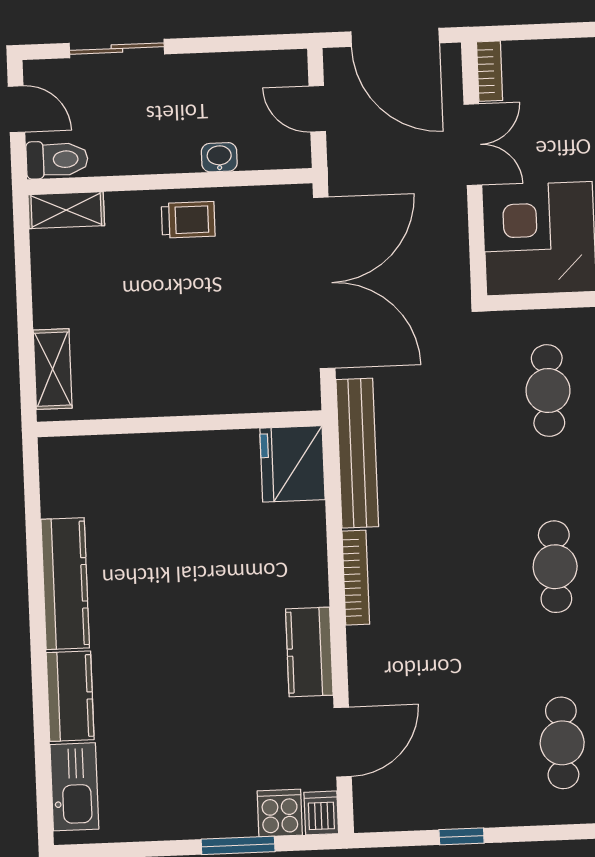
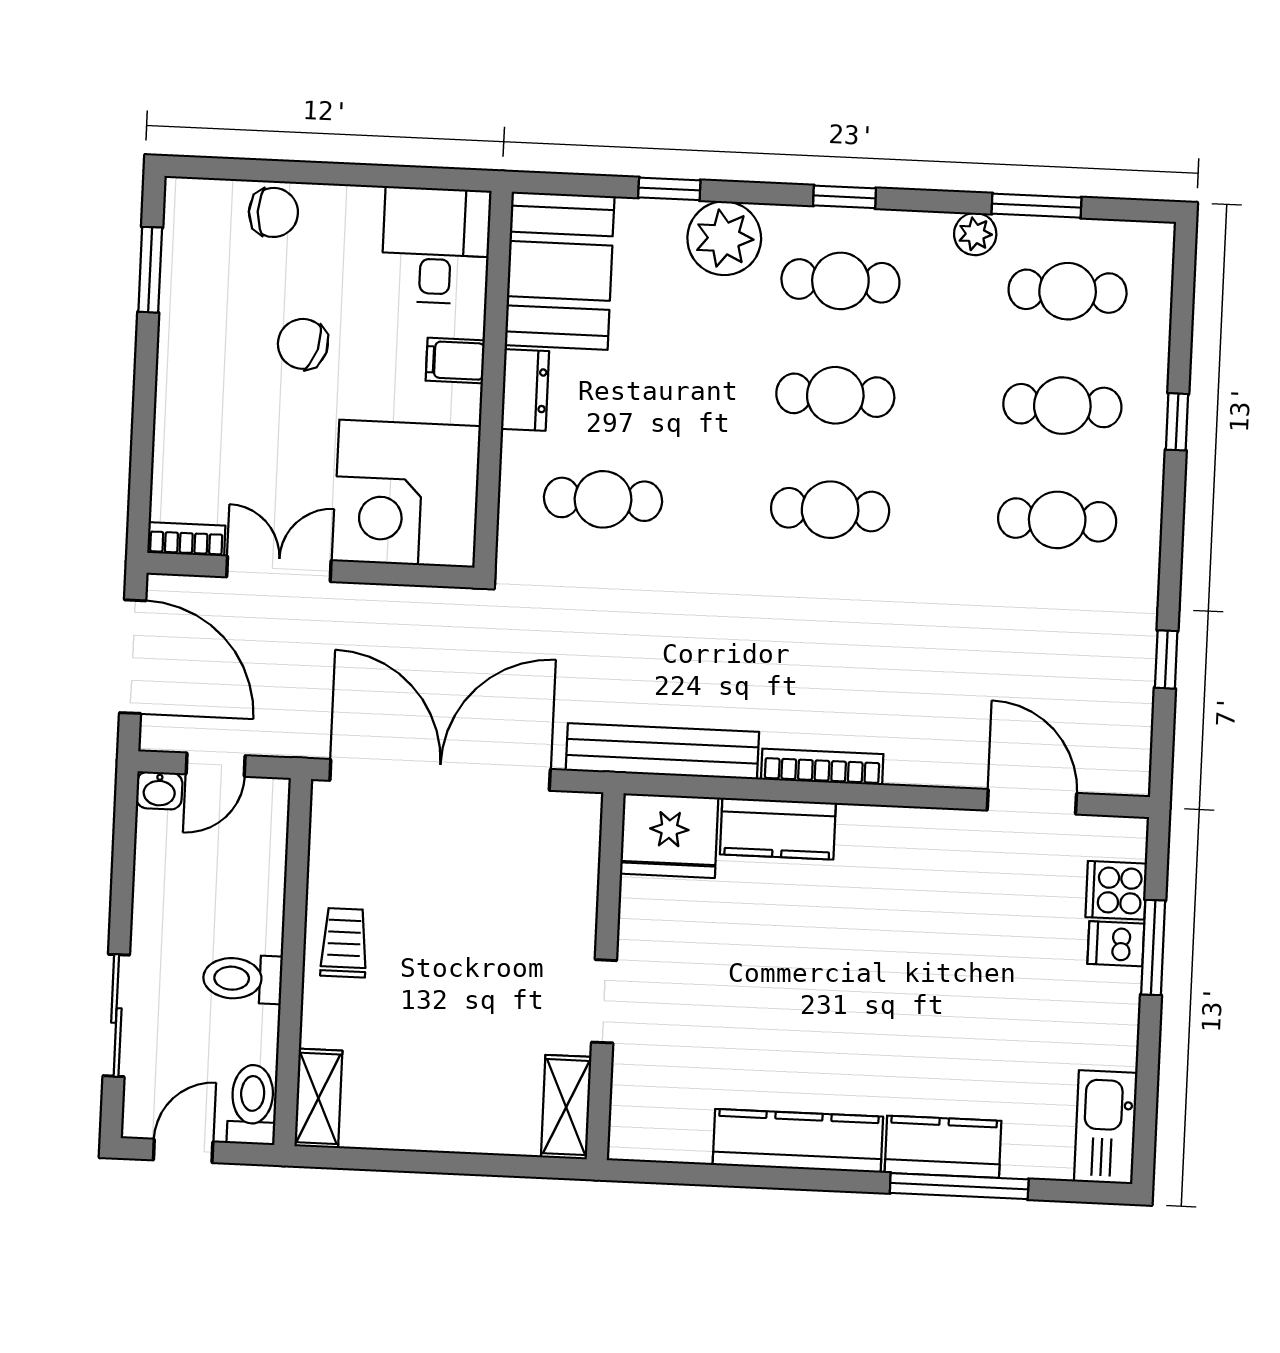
door: (395, 37) -> (133, 657), hinge flipped
toilet: (154, 144) -> (243, 979), added
washbasin: (219, 157) -> (159, 791), moved, turned -90
shelving: (53, 369) -> (566, 1107), moved, turned 90
doorway: (160, 425) -> (604, 1001), added
kitchen counter: (309, 652) -> (778, 829), moved
window: (41, 711) -> (959, 1186), added
kitchen sink: (74, 787) -> (1106, 1127), moved, turned -90
dishwasher: (321, 813) -> (1116, 944), moved

